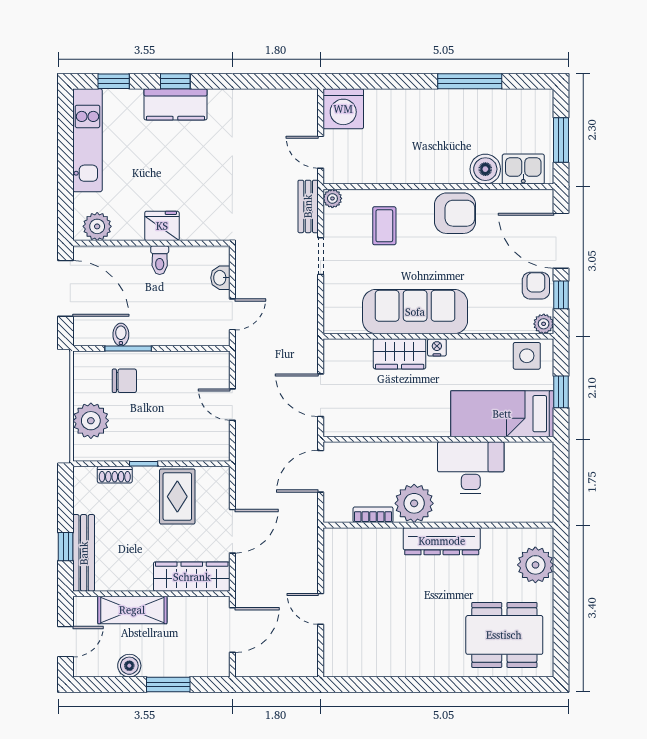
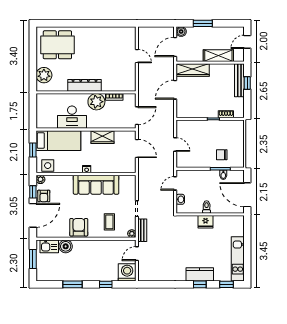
window: (393, 81) -> (106, 284), added
window: (470, 81) -> (72, 284), width x0.69
door: (321, 152) -> (137, 254), swing flipped
armchair: (455, 213) -> (79, 227), turned 90
plant: (97, 226) -> (234, 222), removed
door: (561, 241) -> (33, 215), hinge flipped
wardrobe: (400, 354) -> (103, 137), moved, turned 180
plant: (91, 421) -> (236, 137), removed
rug: (177, 497) -> (199, 105), removed
boiler: (129, 666) -> (181, 32), moved

